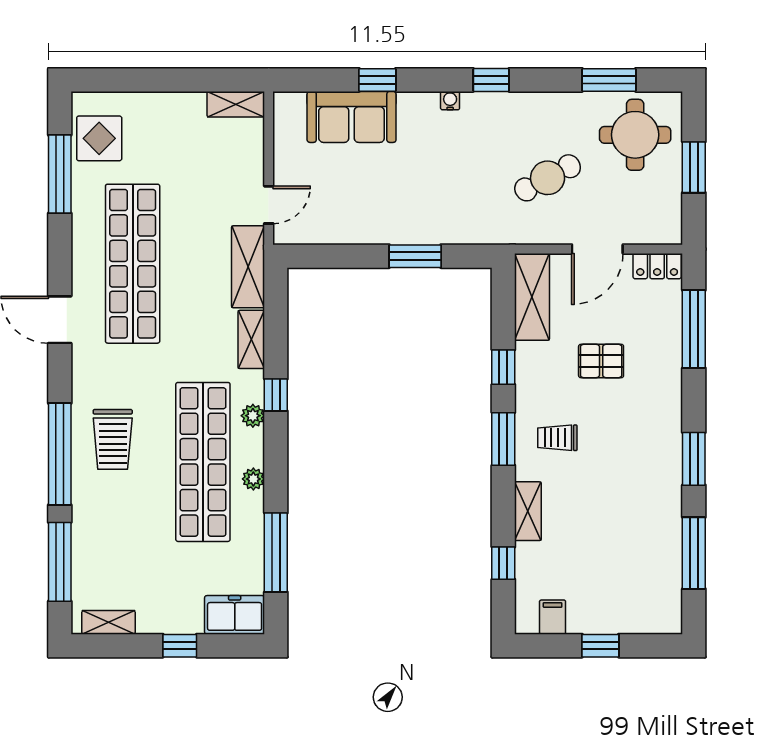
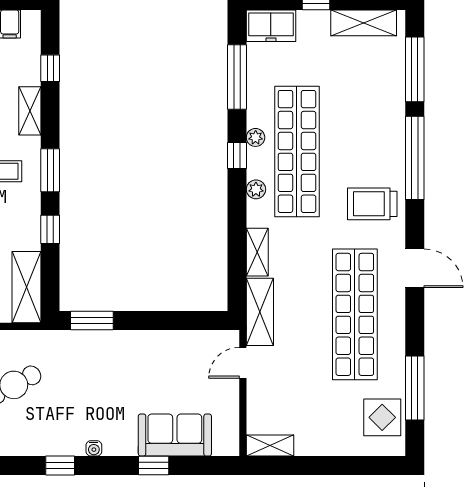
window: (415, 256) -> (92, 321), moved
window: (276, 395) -> (237, 155), moved
trolley: (113, 439) -> (372, 204), moved, turned -90
shelving: (109, 622) -> (364, 23), width x1.50, depth x1.33

